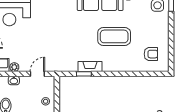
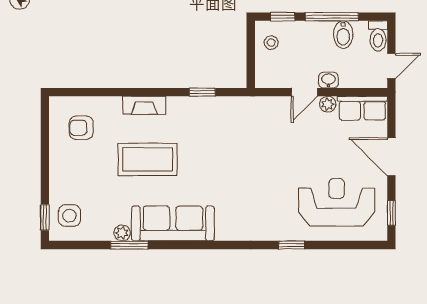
fireplace: (90, 66) -> (144, 105), moved
door: (37, 74) -> (304, 92), moved

